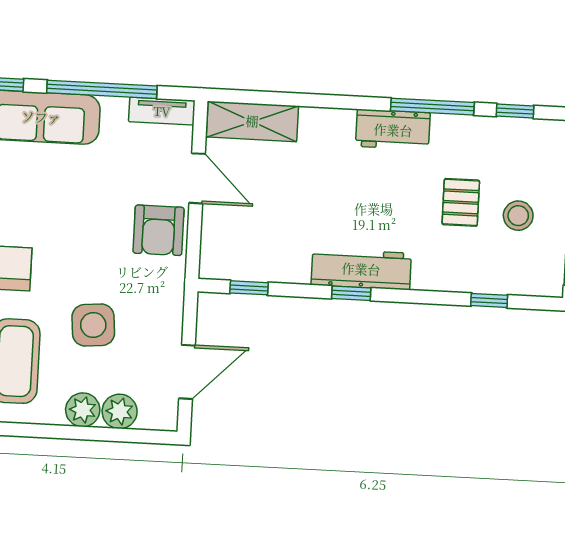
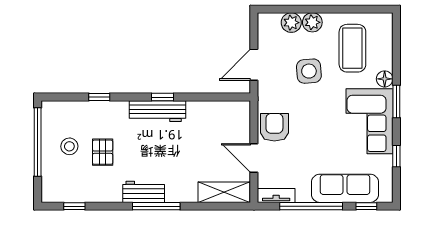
window: (432, 107) -> (156, 206), moved
window: (249, 288) -> (221, 97), removed
window: (489, 300) -> (99, 97), moved
door: (187, 372) -> (254, 65), moved

